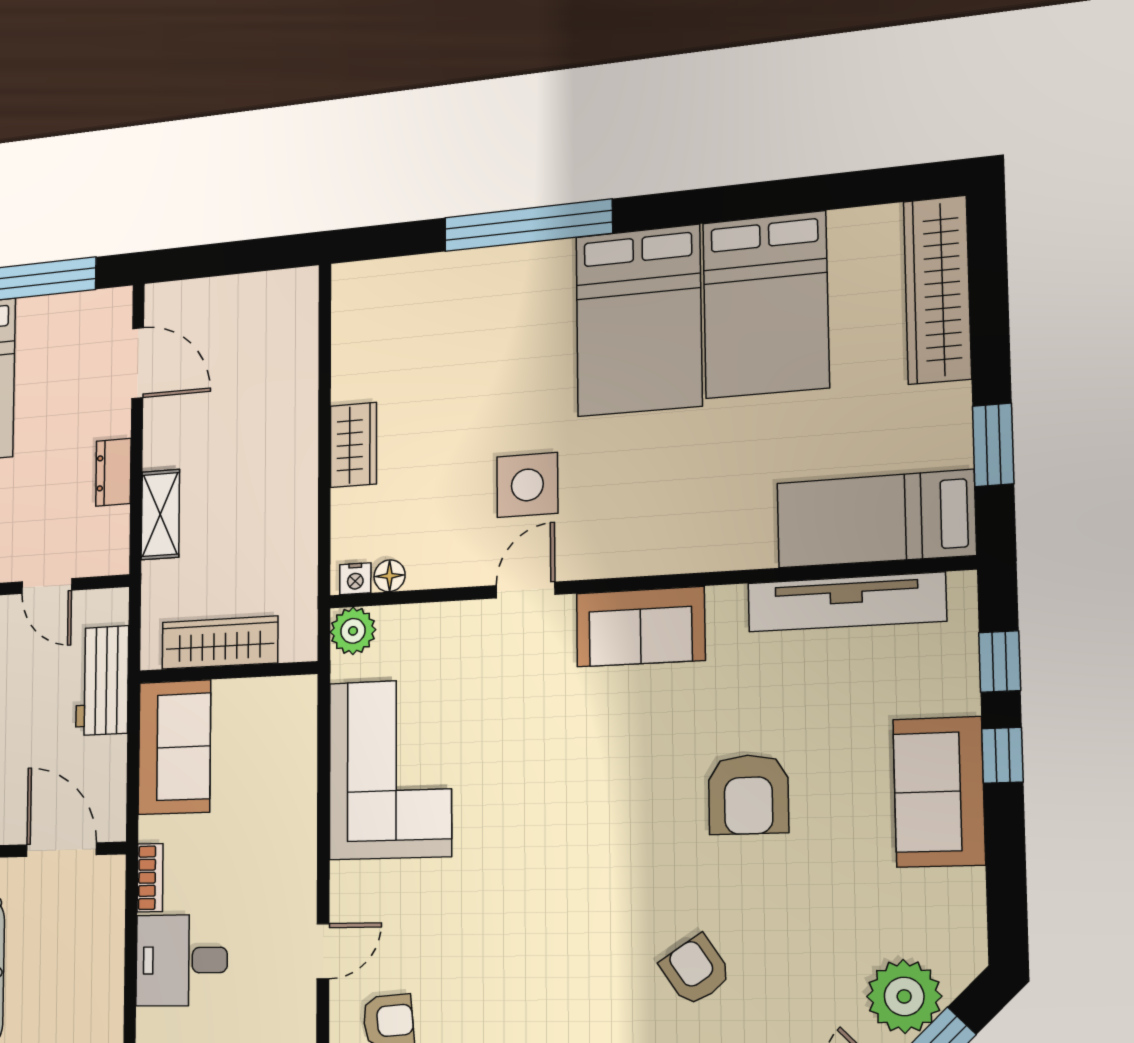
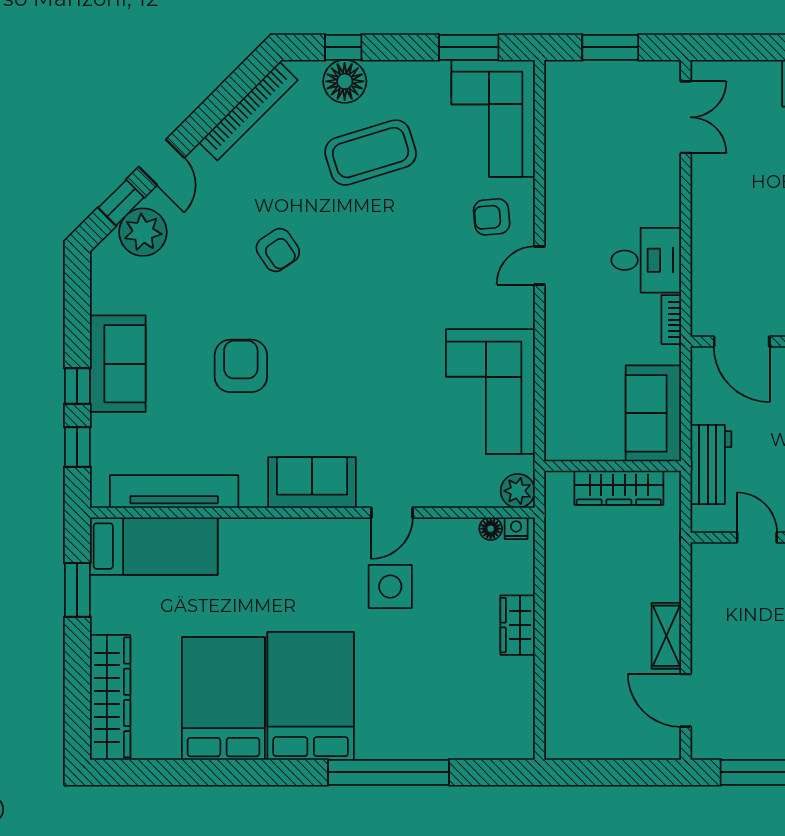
dresser: (113, 472) -> (704, 619), removed
shelving: (160, 514) -> (666, 636), moved

